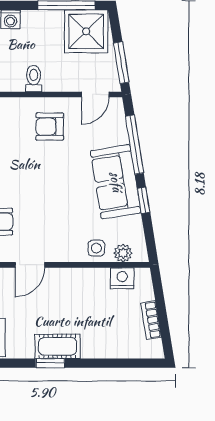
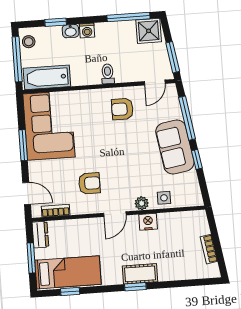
shower: (86, 31) -> (149, 31), width x0.73, depth x0.73
plant: (123, 253) -> (142, 203), moved
nightstand: (122, 278) -> (148, 222), moved

